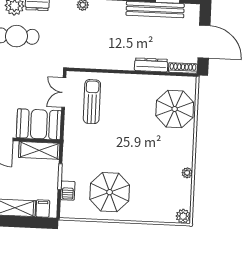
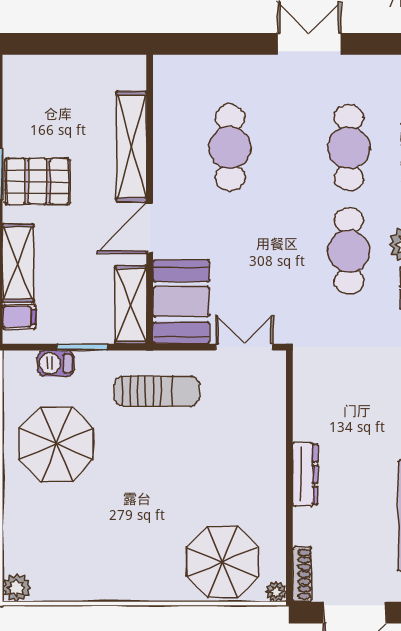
dresser: (151, 65) -> (305, 474), moved
sun lounger: (92, 102) -> (157, 391), moved
plant: (187, 173) -> (276, 592), moved

